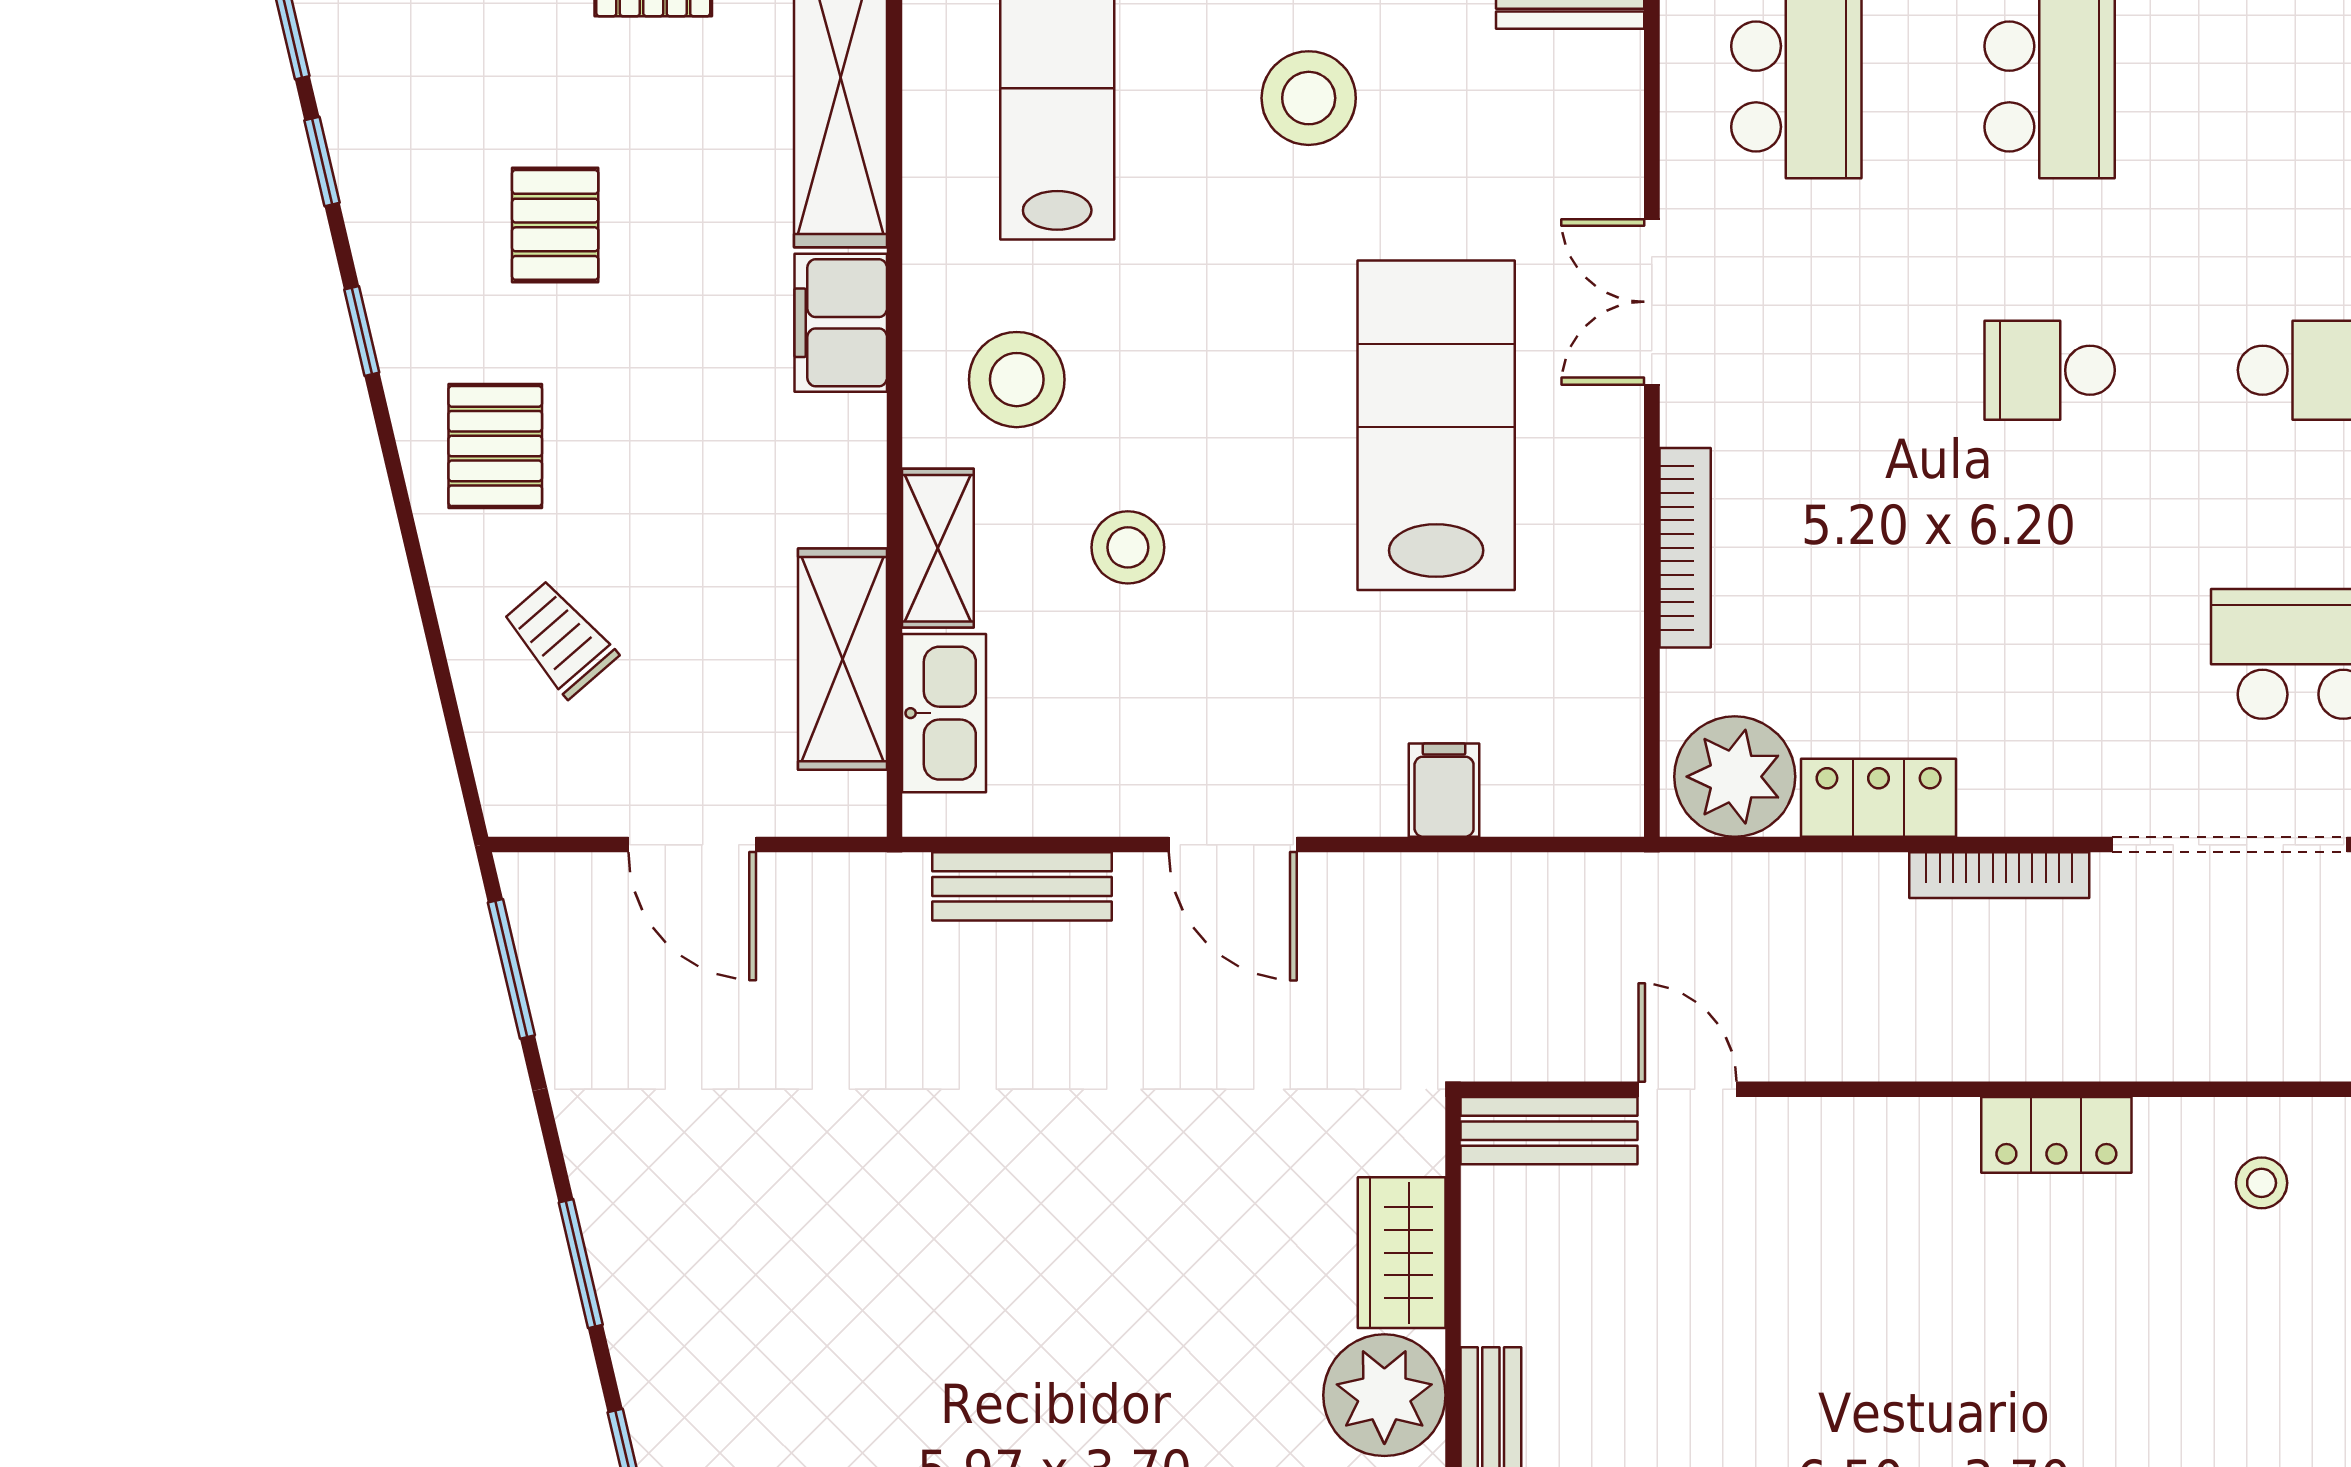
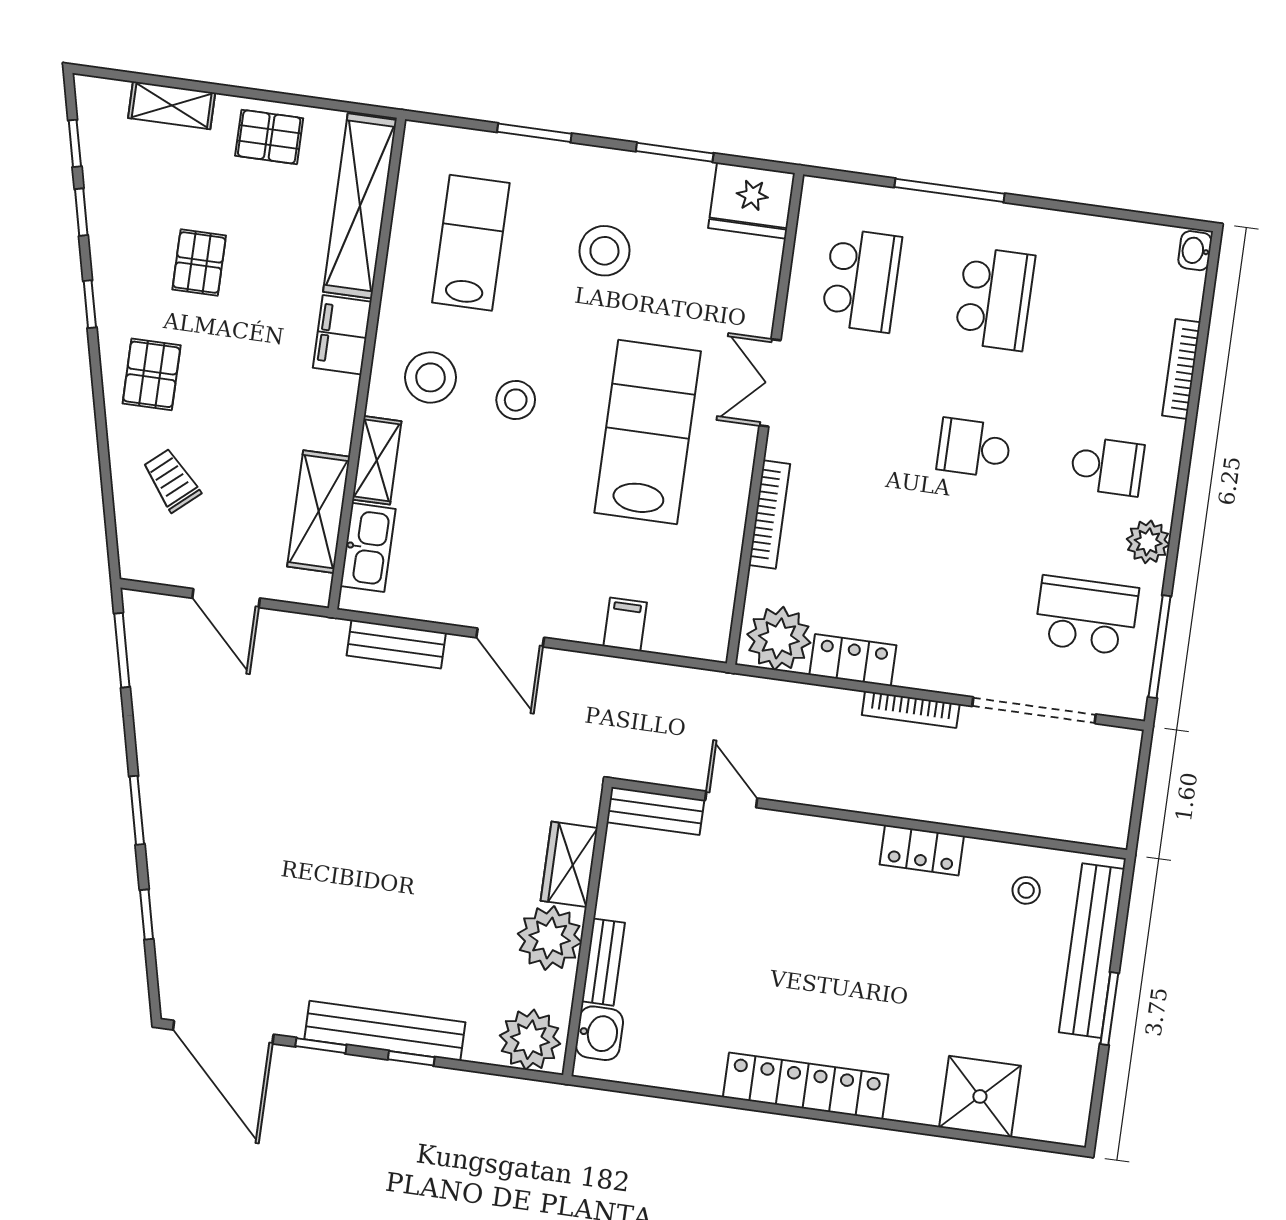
stool: (1128, 547) -> (516, 400), moved

